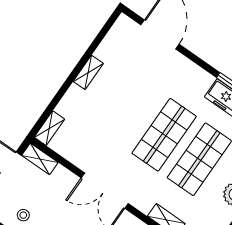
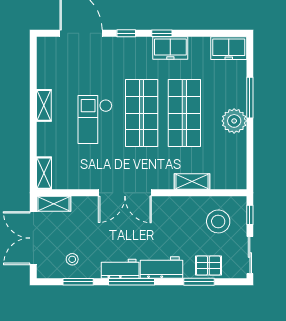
window: (197, 60) -> (126, 33), added
checkout: (122, 113) -> (95, 120), added

